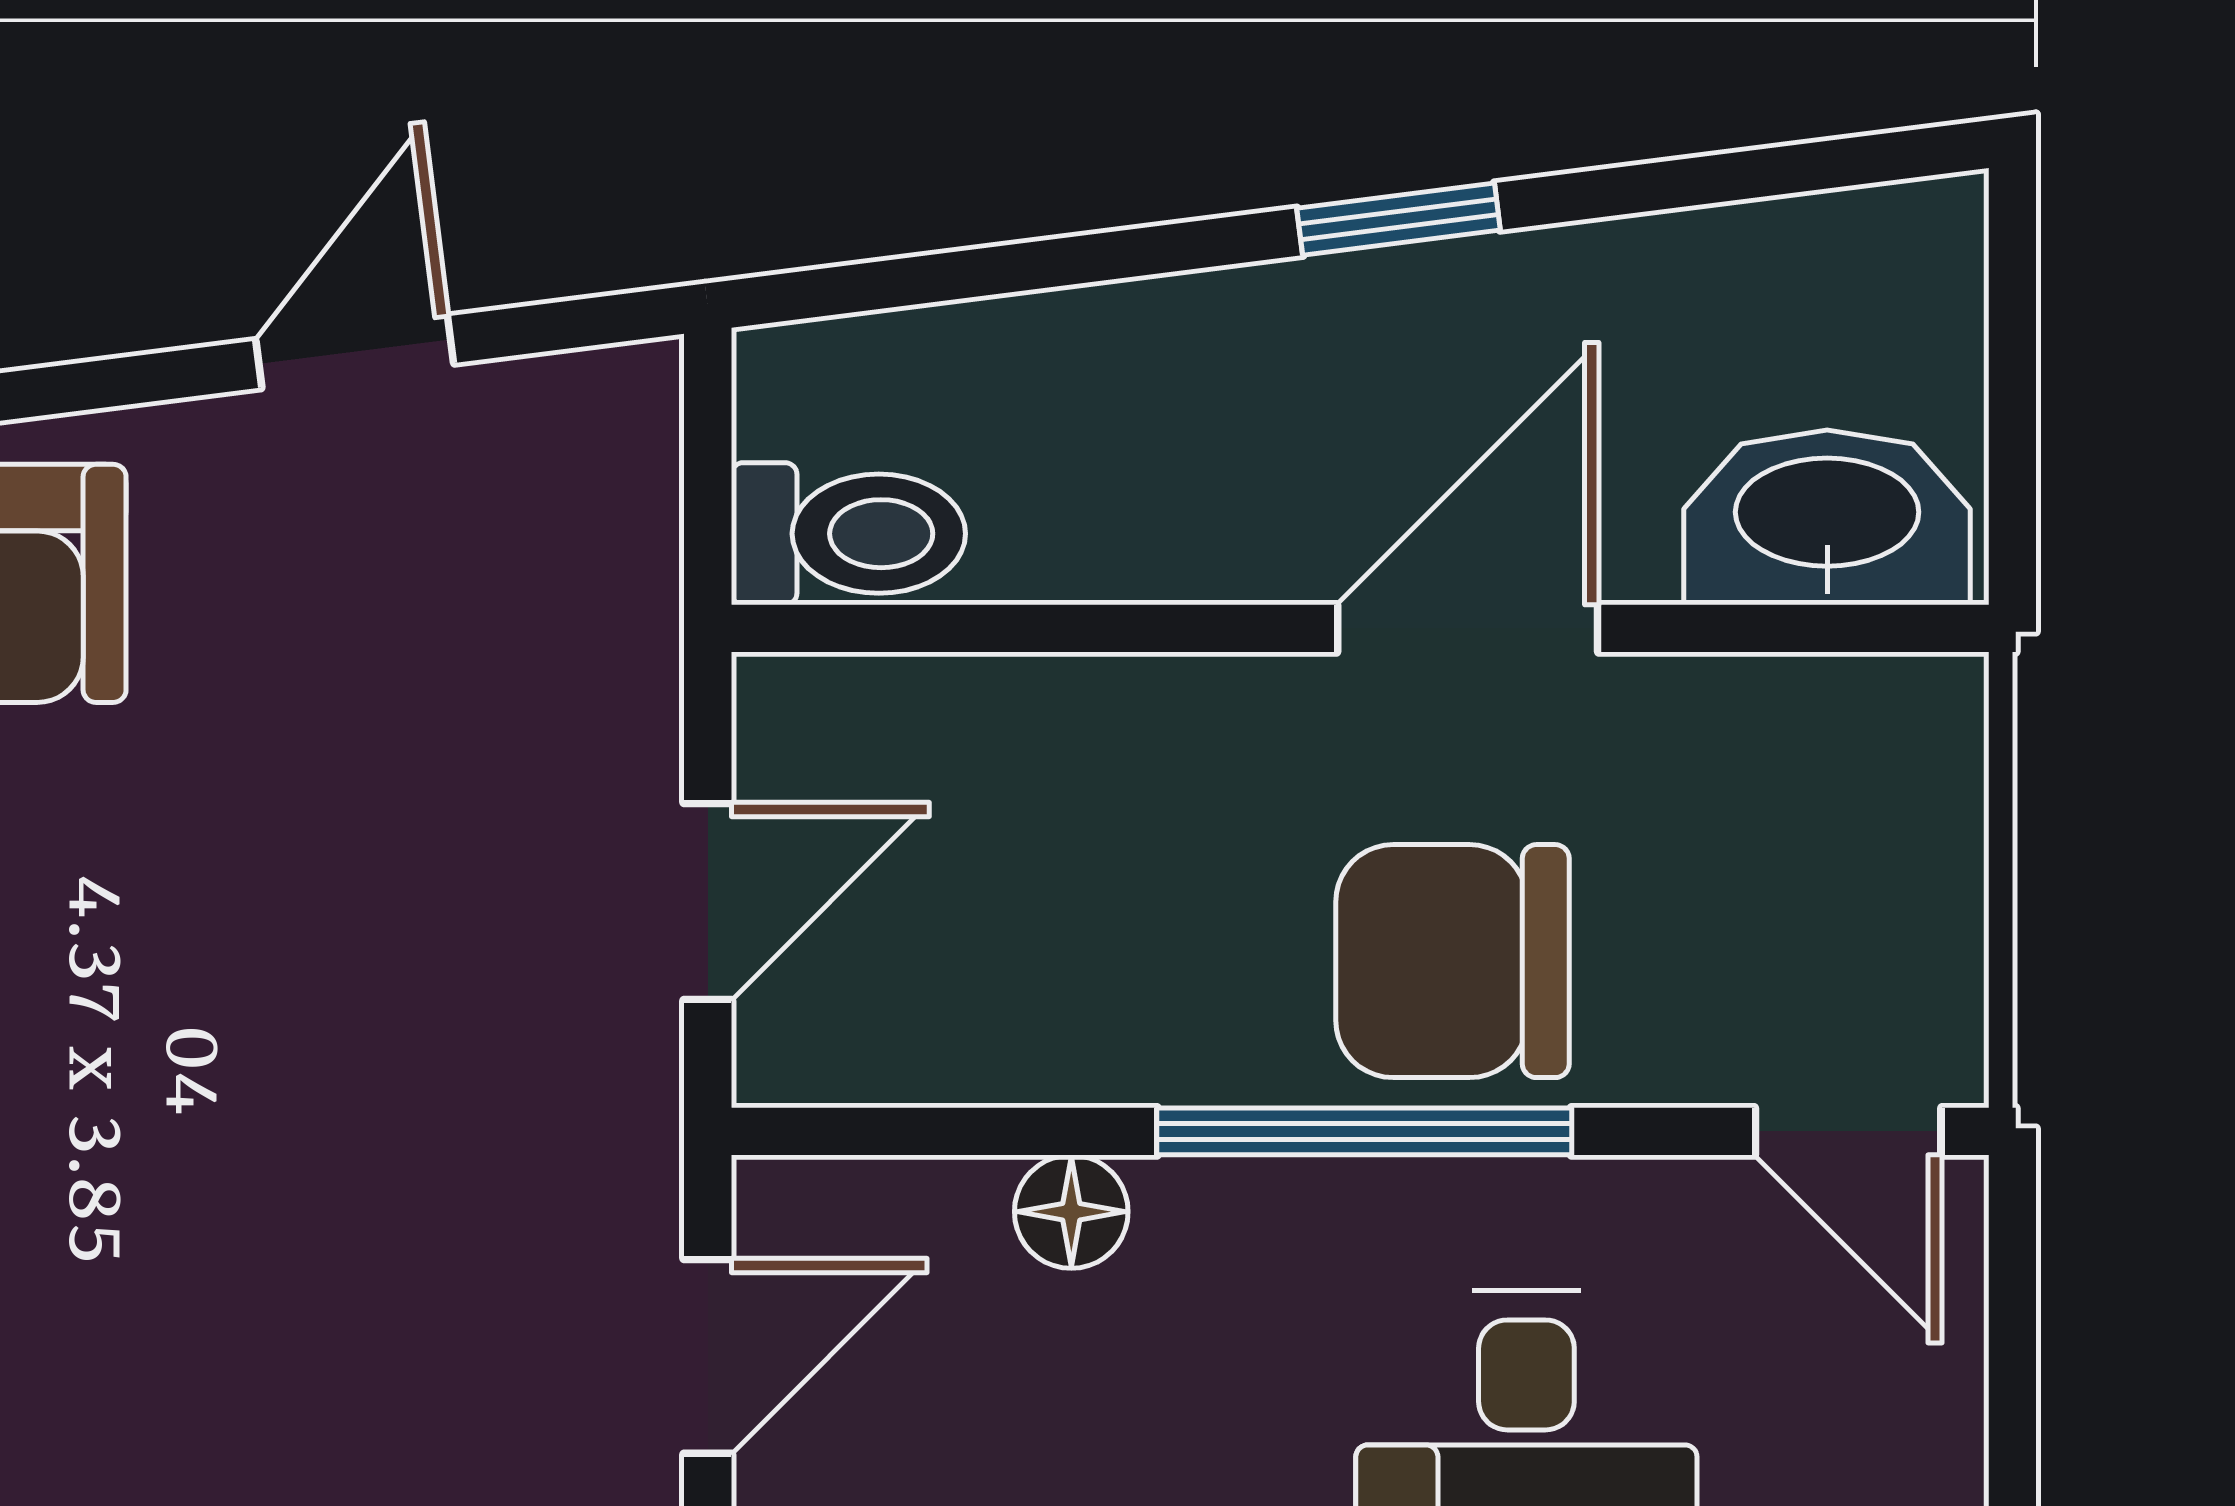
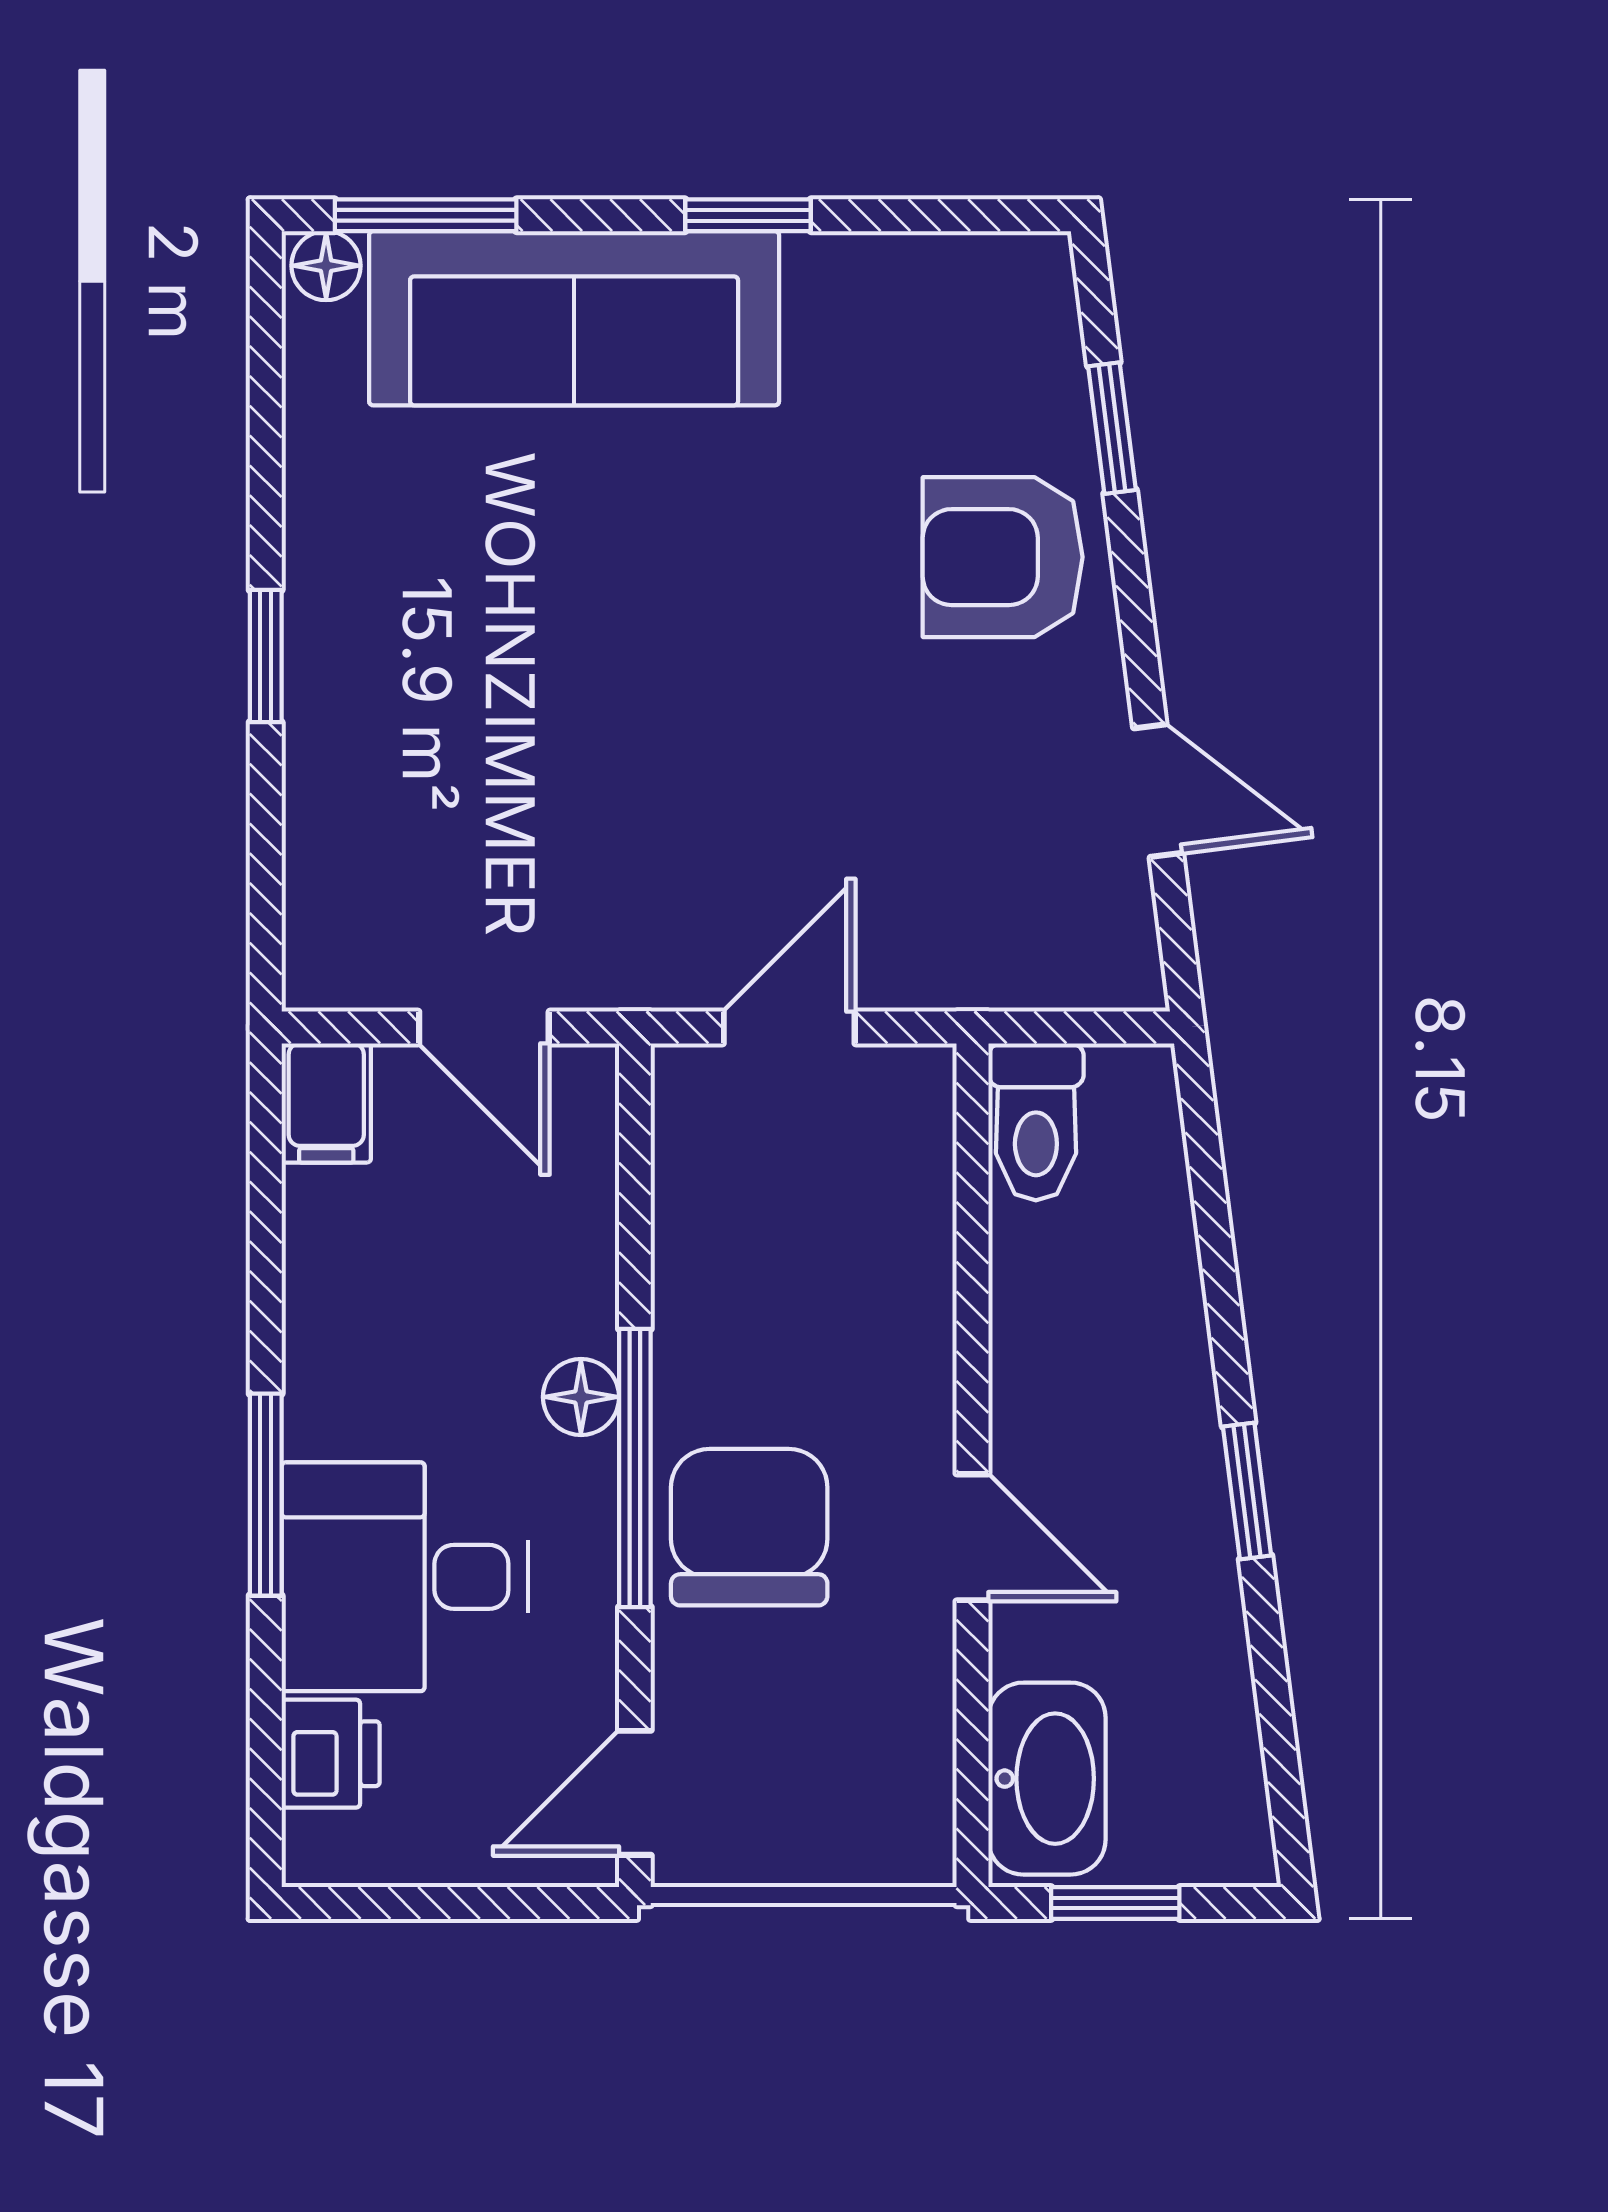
window: (2012, 416) -> (1115, 1903), added
door: (1468, 628) -> (972, 1537), width x0.73
door: (708, 902) -> (789, 1027), swing flipped
floor lamp: (1071, 1212) -> (581, 1397), moved

